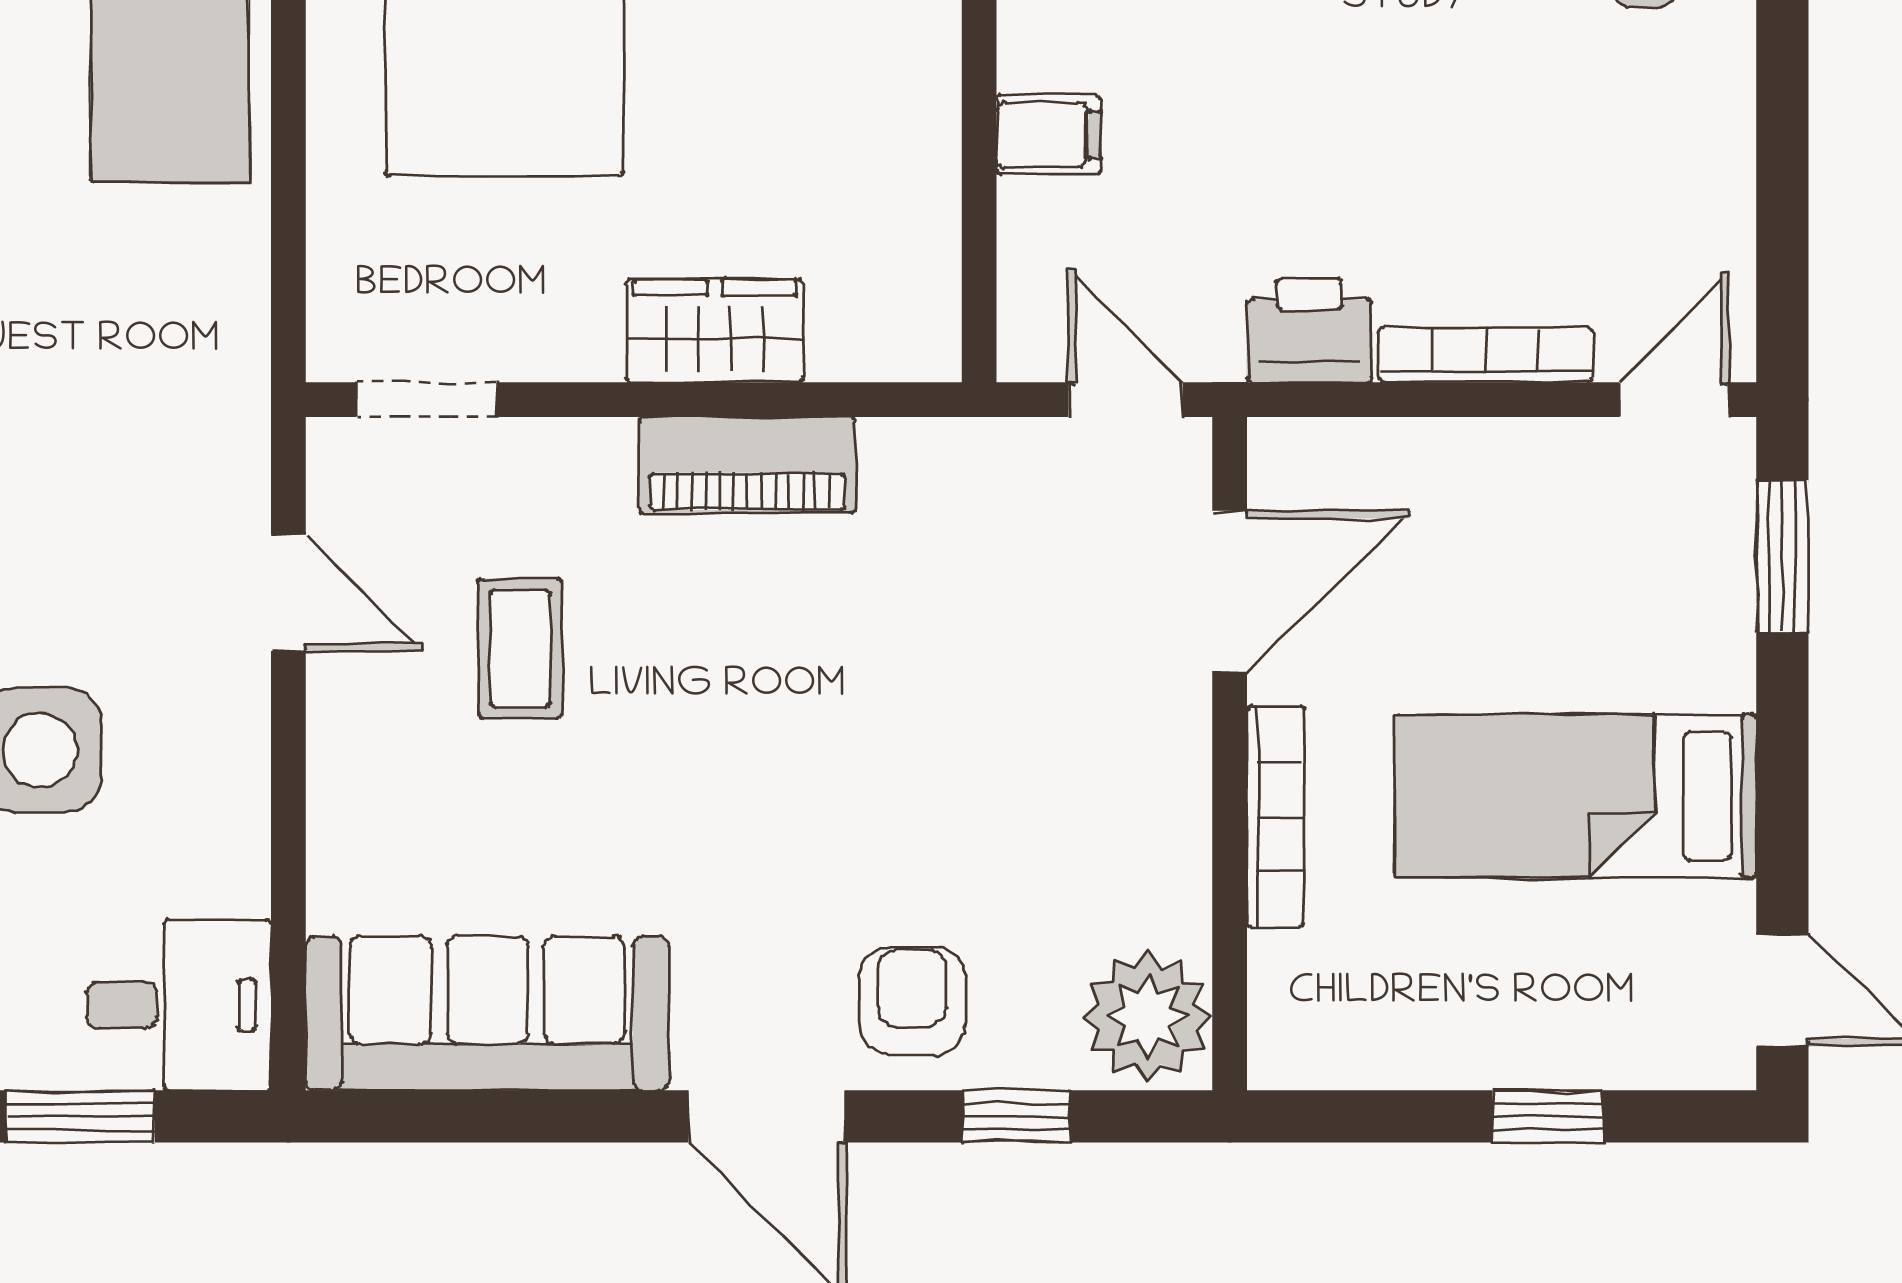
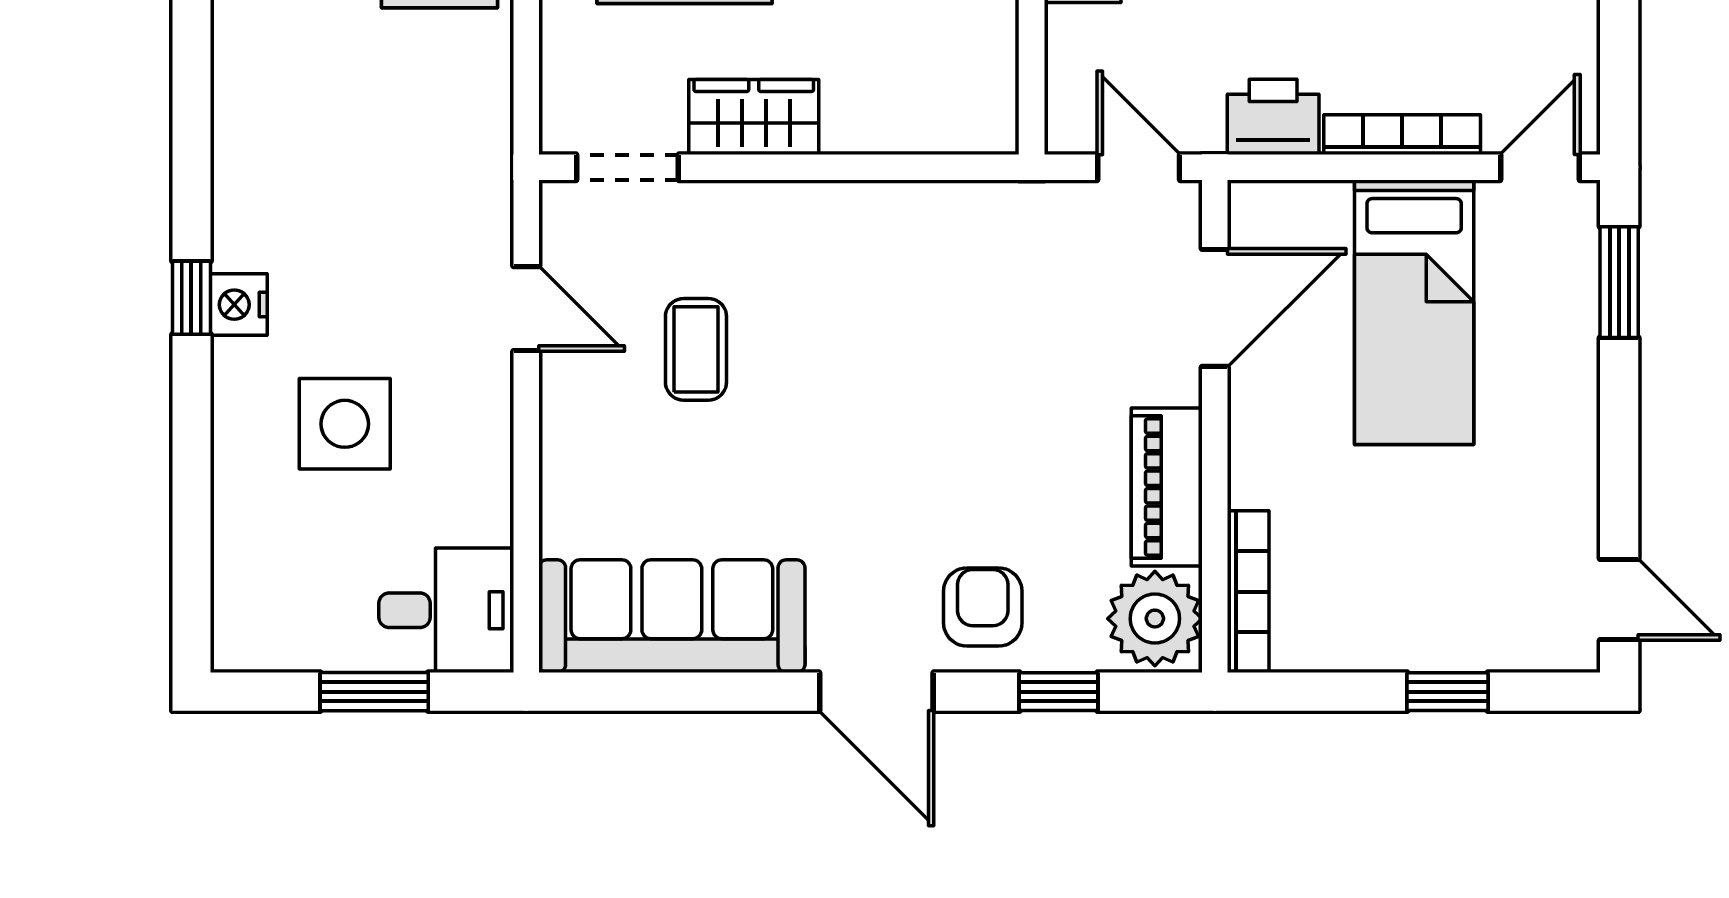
wardrobe: (714, 331) -> (754, 117), moved
piano: (747, 465) -> (1167, 487), moved, turned 90
bed: (1576, 796) -> (1414, 312), moved, turned -90
bookcase: (1275, 817) -> (1248, 592), moved

